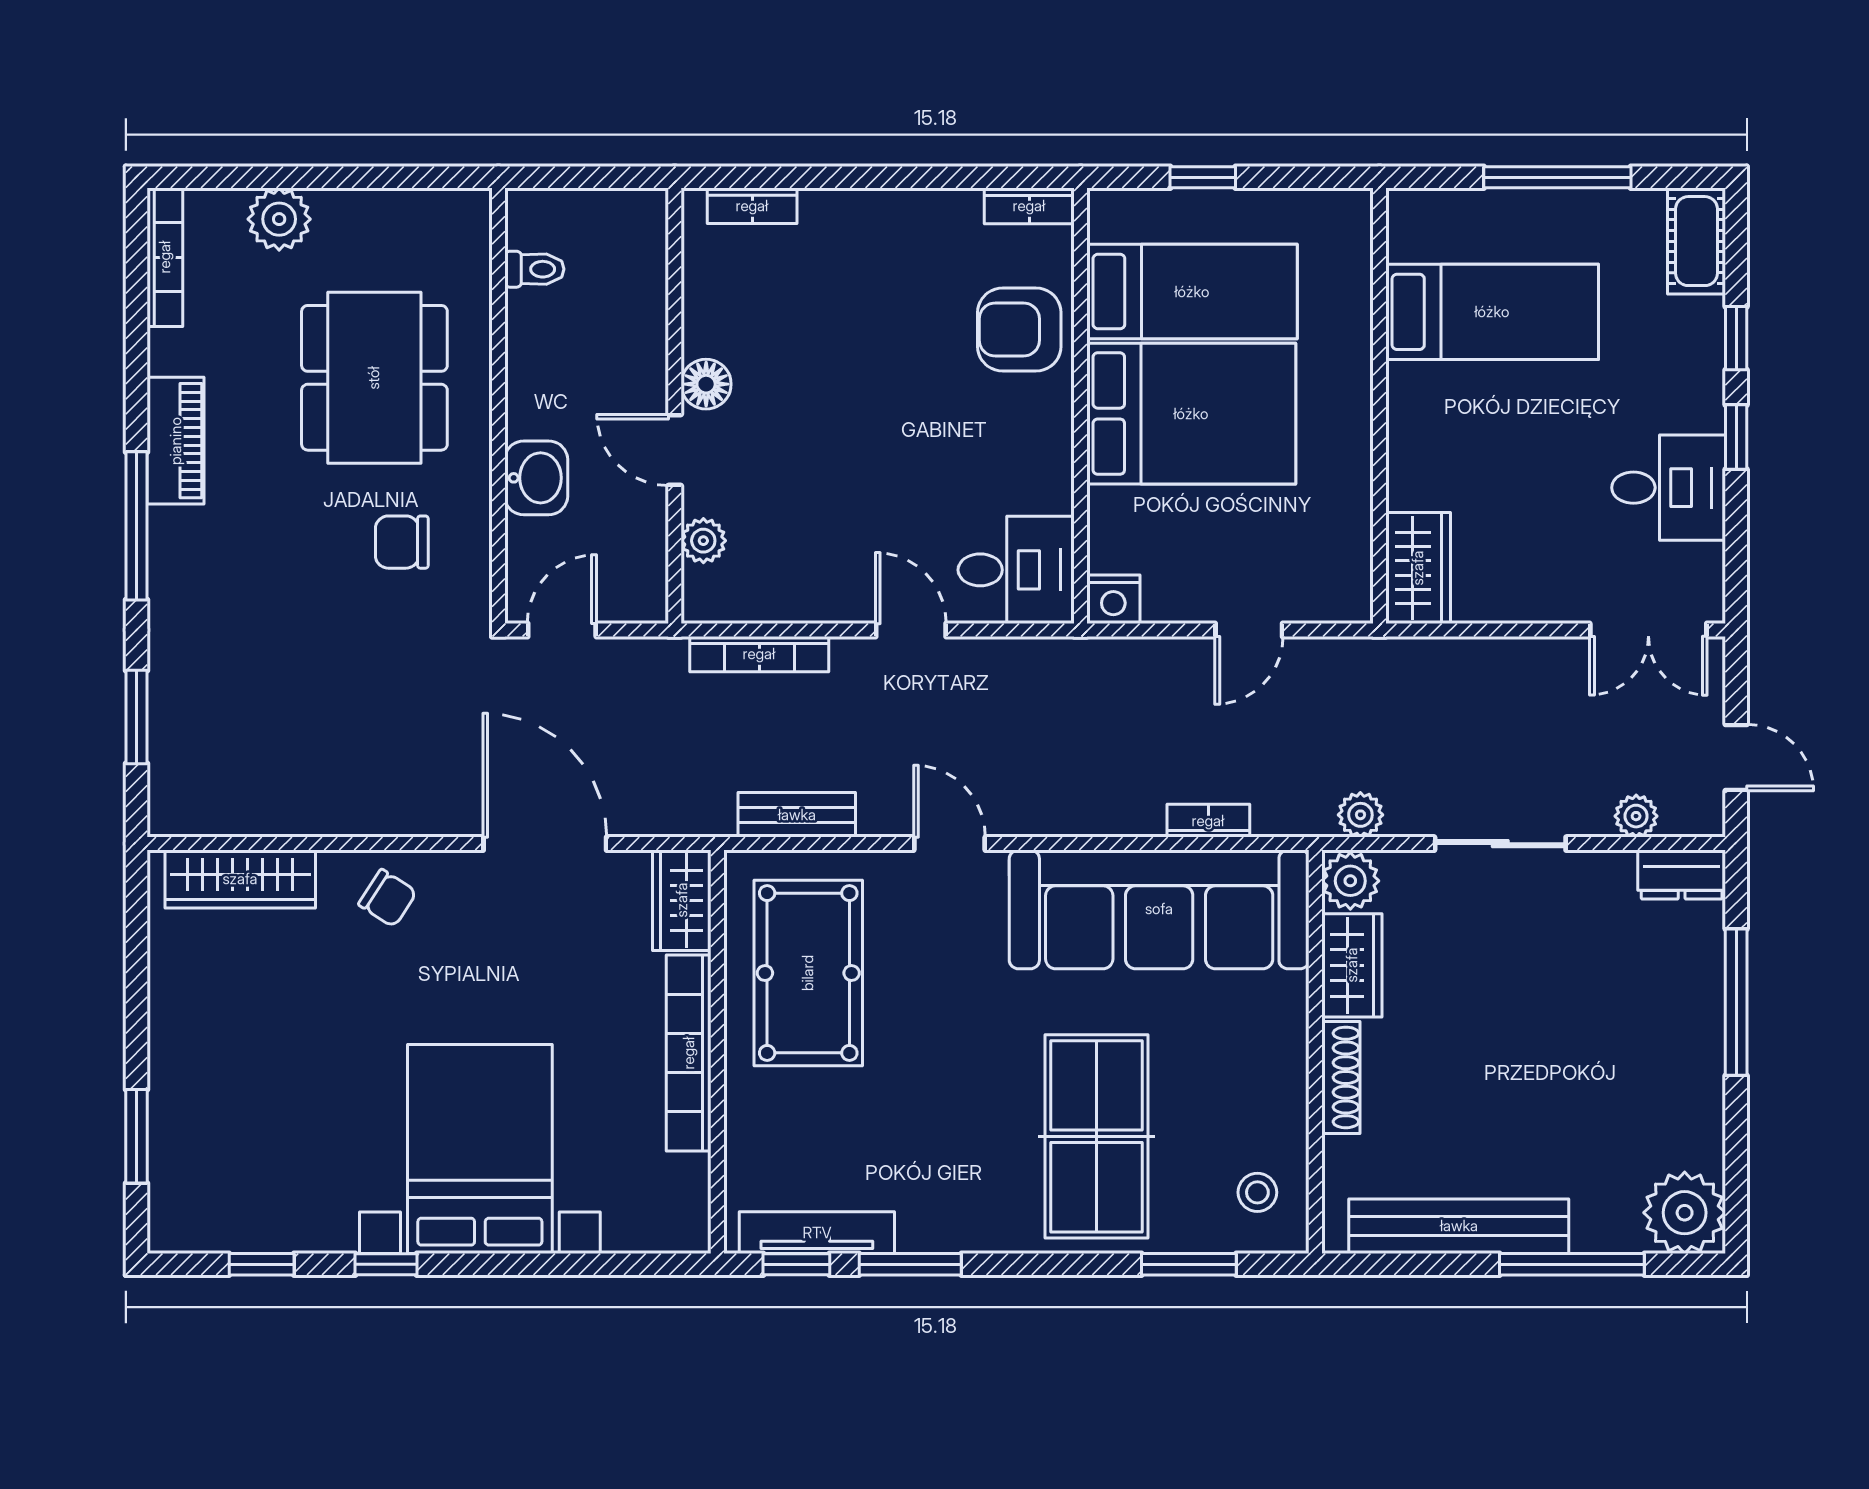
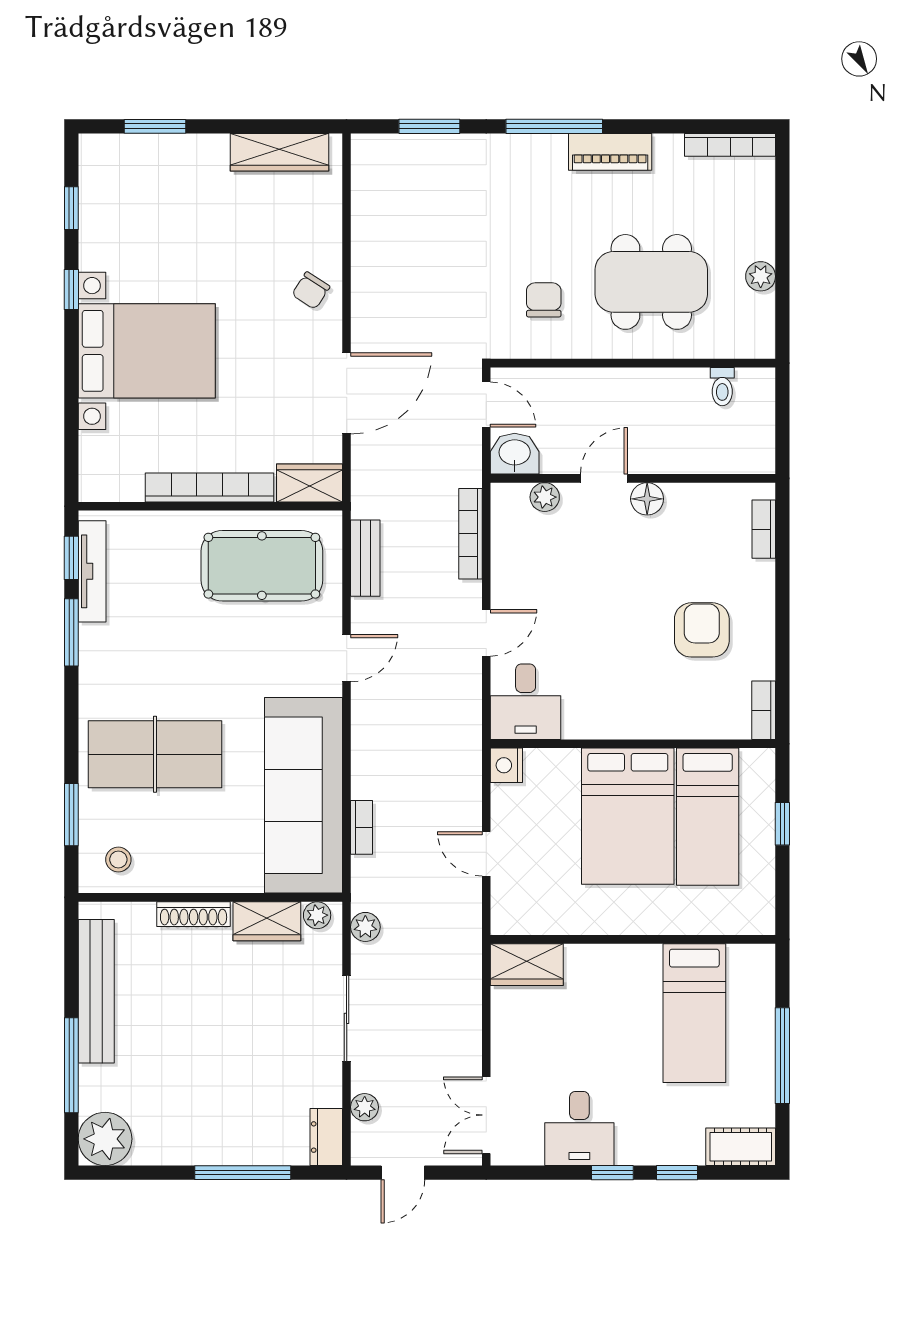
plant: (279, 219) -> (761, 276), moved, width x0.73, depth x0.73
armchair: (1019, 330) -> (702, 630), moved
washbasin: (536, 478) -> (515, 454), moved, turned 180
wardrobe: (240, 879) -> (280, 152), moved, turned -90
plant: (1350, 881) -> (317, 915), width x0.73, depth x0.73

